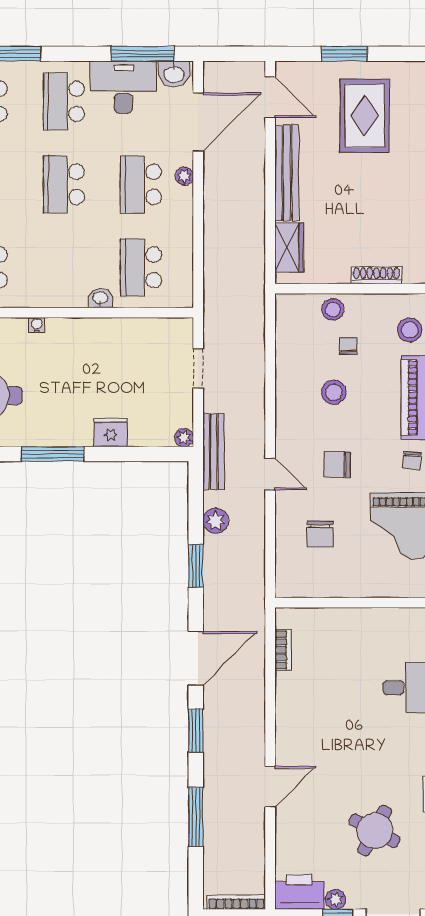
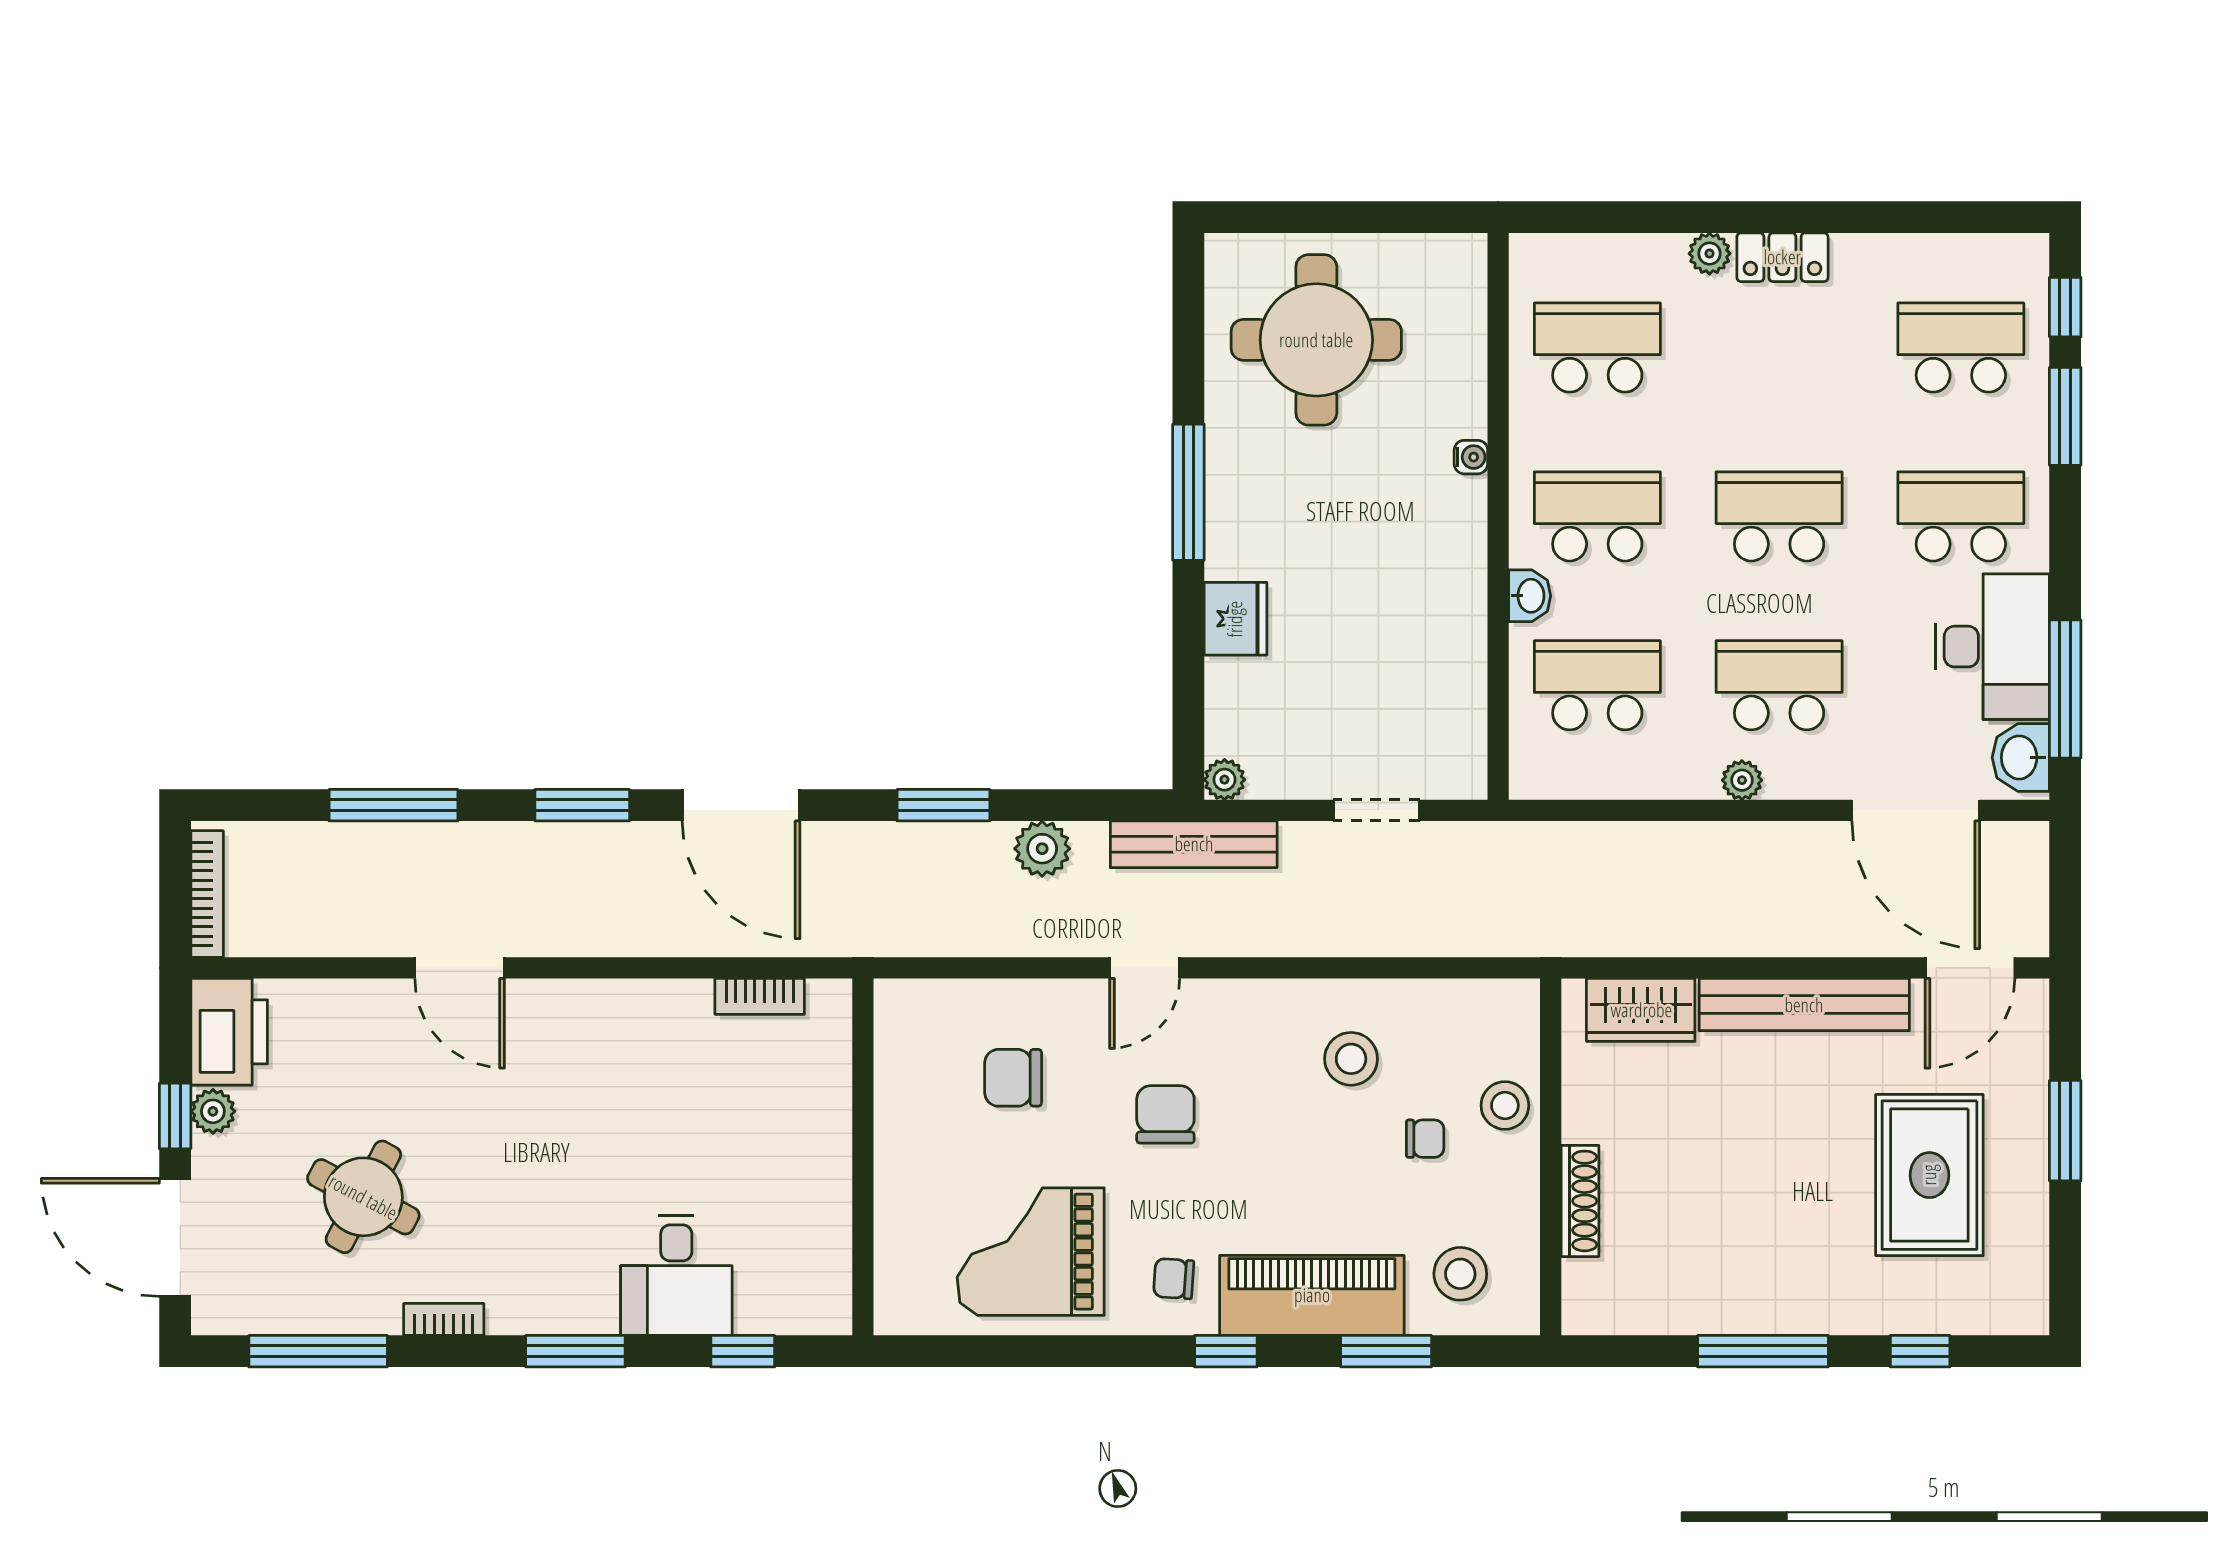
rug: (365, 116) -> (1929, 1175), turned 90
plant: (184, 176) -> (1742, 780), moved
school desk: (64, 267) -> (1597, 516), added
stool: (334, 392) -> (1351, 1059), moved

